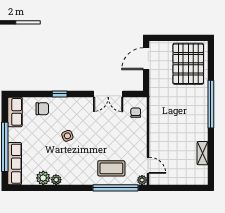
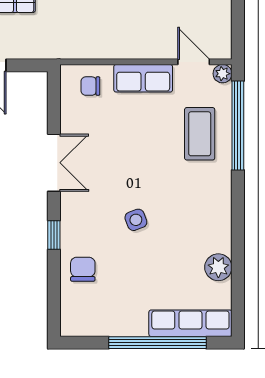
double door: (108, 94) -> (54, 163), moved
row of seats: (15, 112) -> (143, 78), moved, turned 180
door: (148, 165) -> (194, 62), hinge flipped
plant: (56, 180) -> (222, 242), removed

